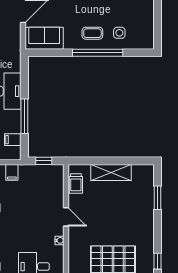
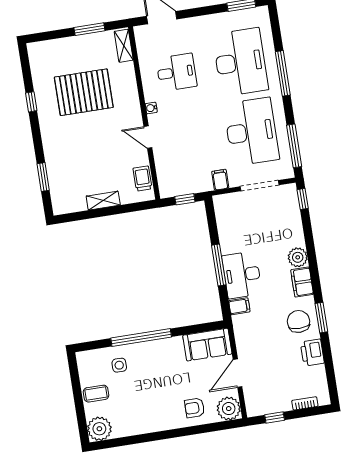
coffee table: (92, 33) -> (96, 394), moved
window: (24, 116) -> (219, 265), moved
filing cabinet: (13, 140) -> (239, 306), moved
shelving: (111, 172) -> (103, 201), width x0.67, depth x0.75

